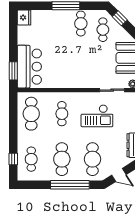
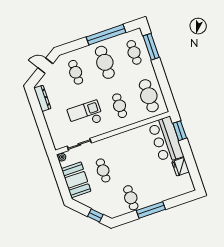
fridge: (24, 17) -> (181, 167), moved
cafe table: (103, 30) -> (103, 170), moved
window: (13, 159) -> (151, 47), width x2.17
cafe table: (92, 159) -> (76, 72), width x0.73, depth x0.74
window: (70, 185) -> (106, 35), moved

